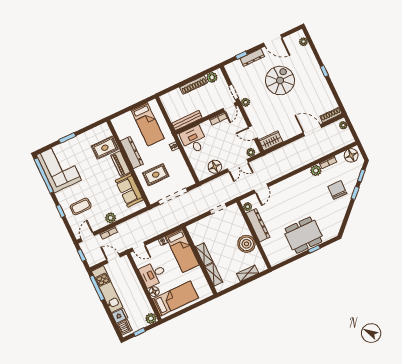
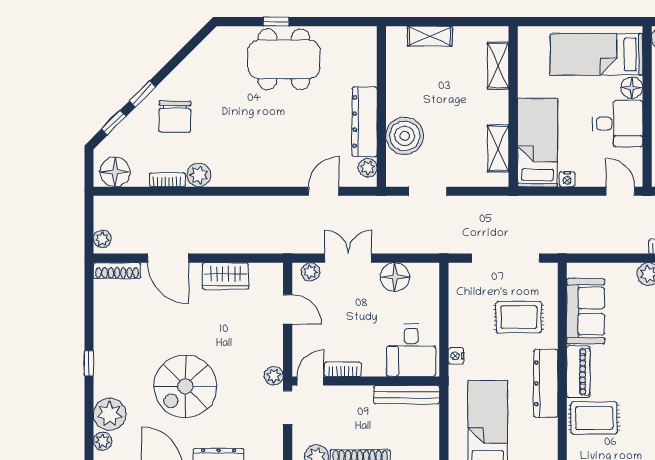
plant: (306, 54) -> (110, 414), added
wardrobe: (271, 141) -> (225, 276), moved
boiler: (246, 244) -> (405, 136), moved
shelving: (204, 254) -> (498, 148), moved

